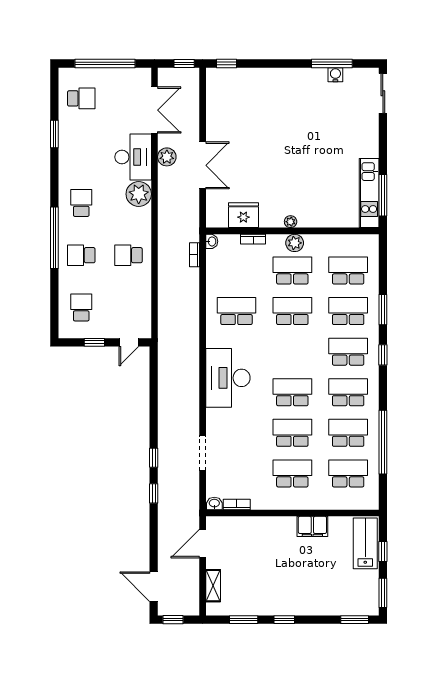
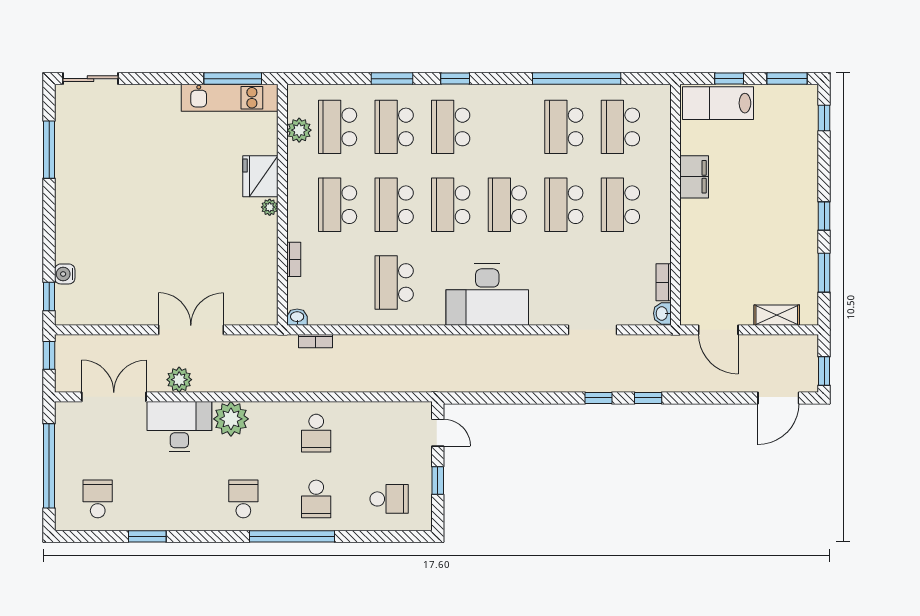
water cooler: (335, 75) -> (65, 274), moved
school desk: (81, 203) -> (243, 499), turned 90
fridge: (243, 215) -> (260, 176), moved
plant: (295, 243) -> (299, 130), moved
school desk: (81, 307) -> (389, 499), turned 180
school desk: (348, 392) -> (451, 205), moved
window: (355, 620) -> (824, 118), width x0.67

